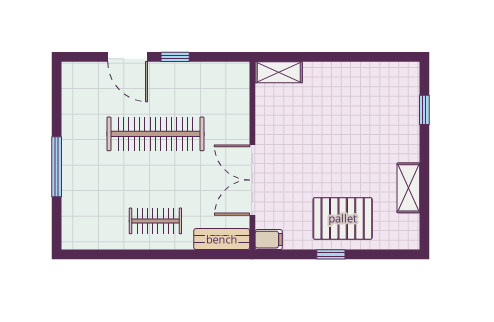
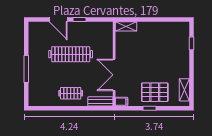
shelving: (408, 188) -> (184, 90), moved

